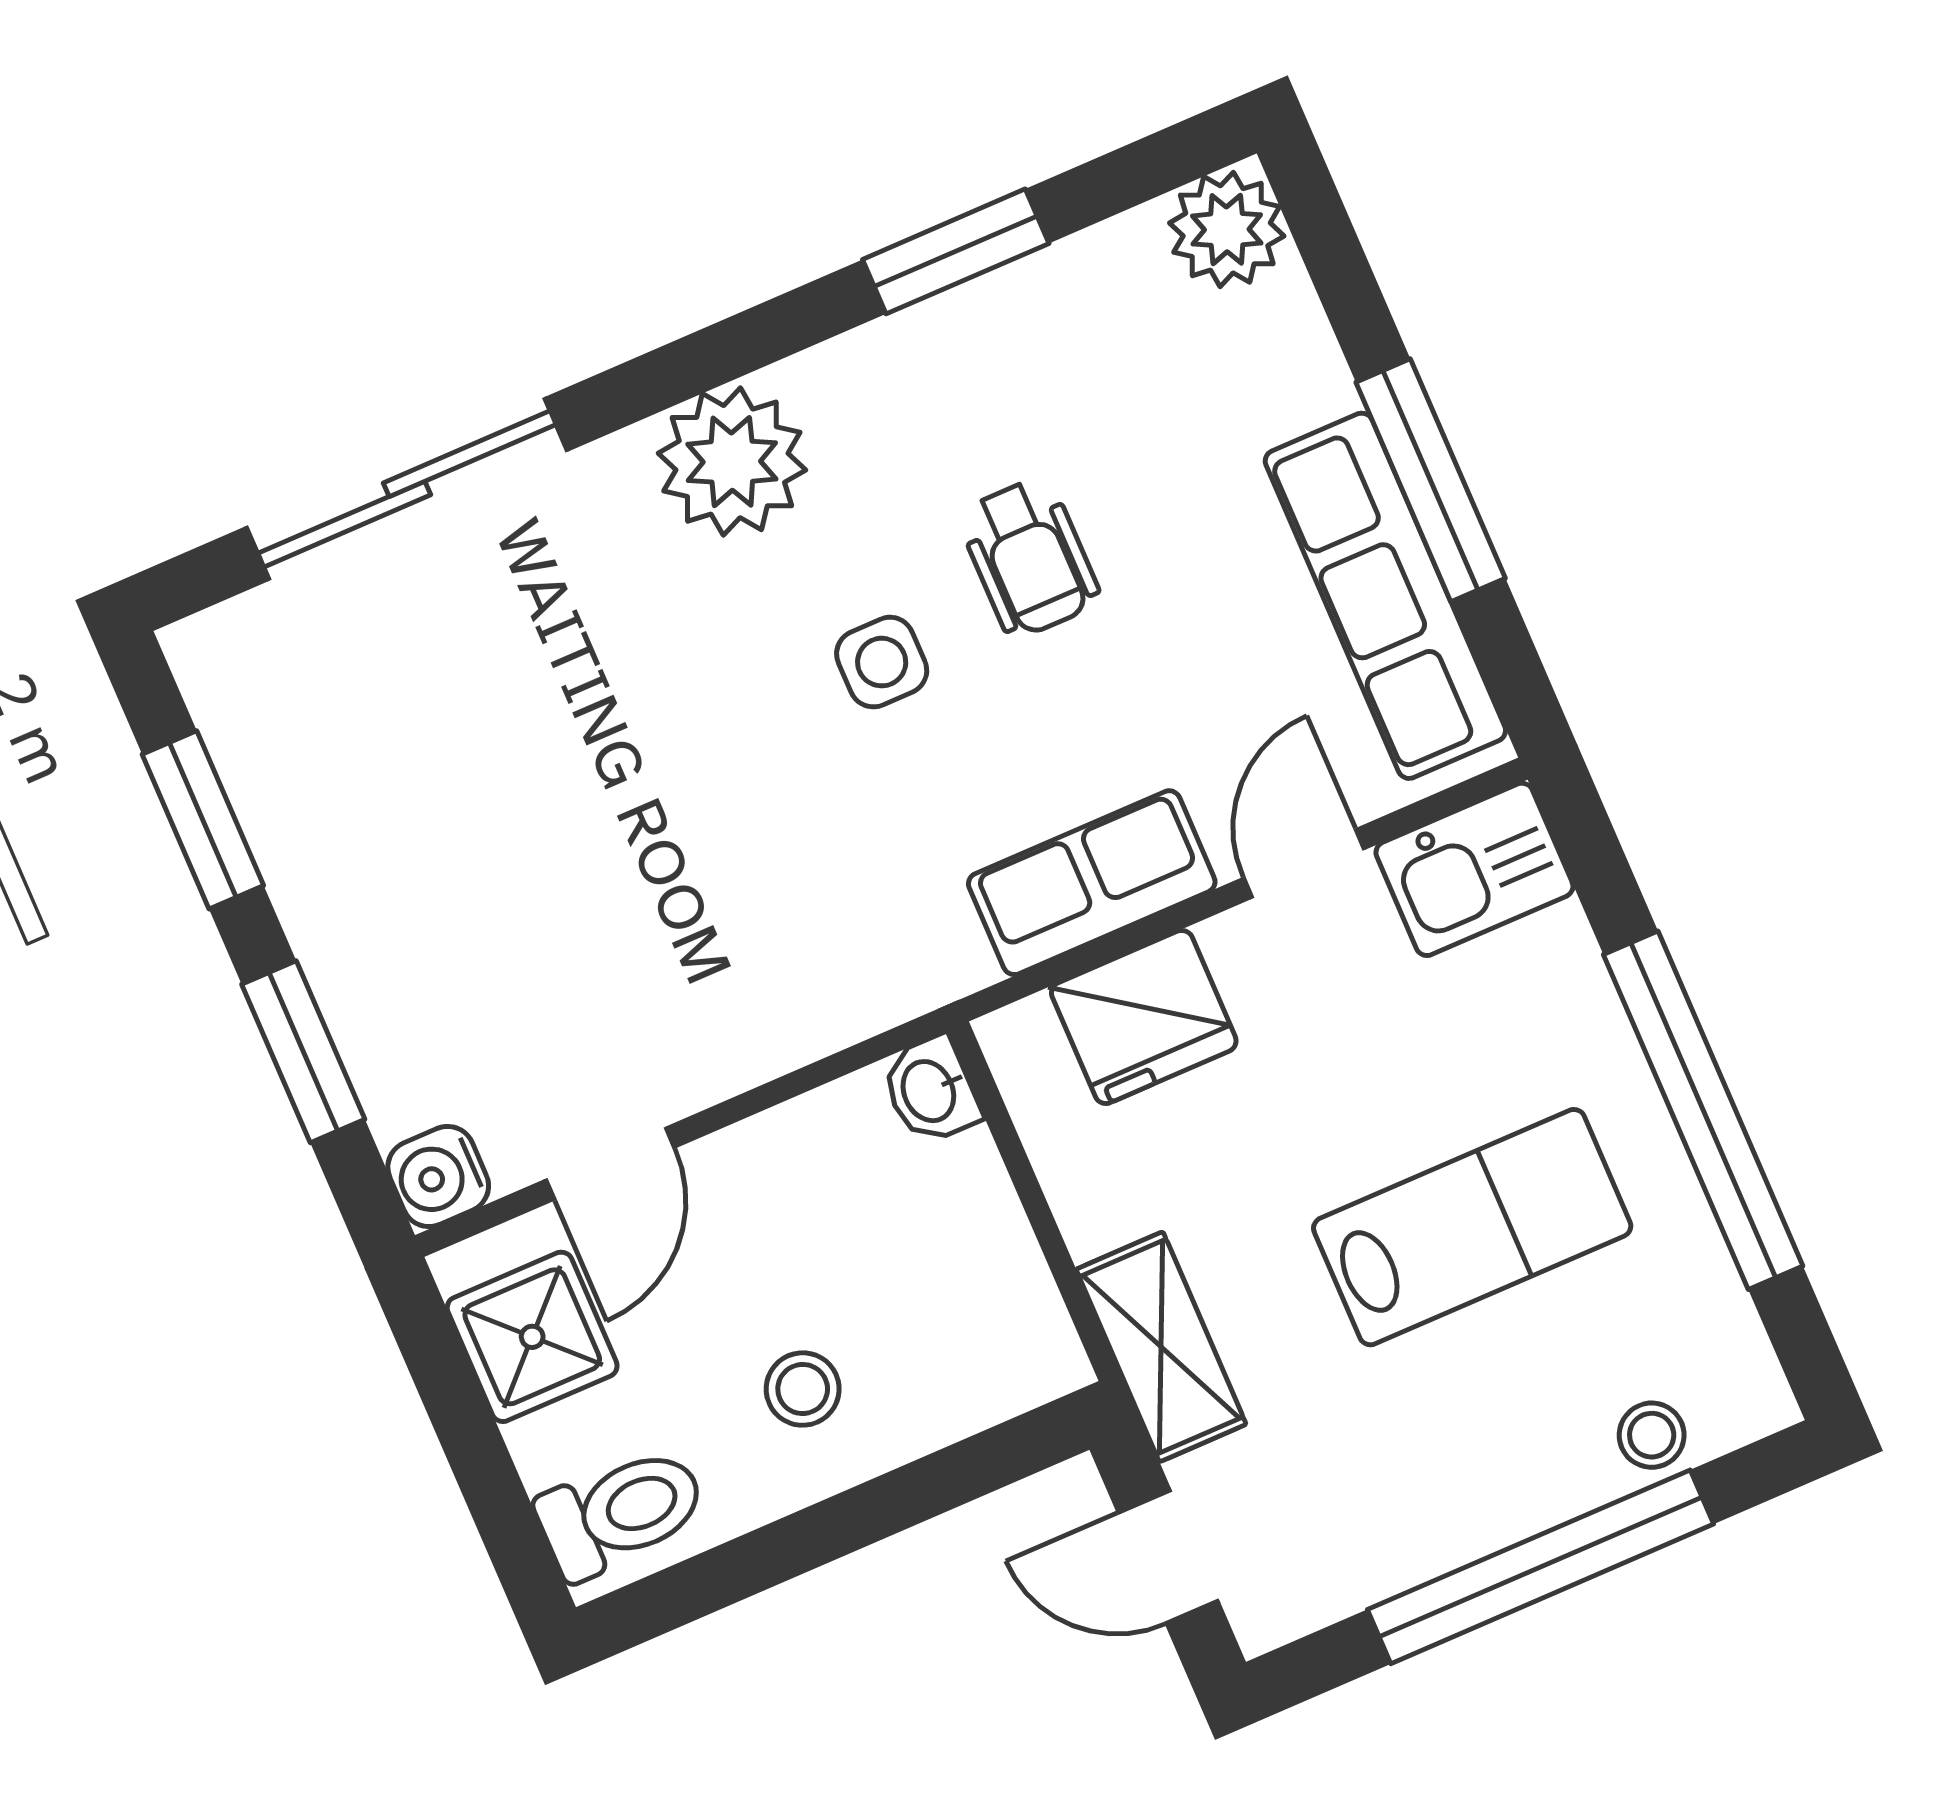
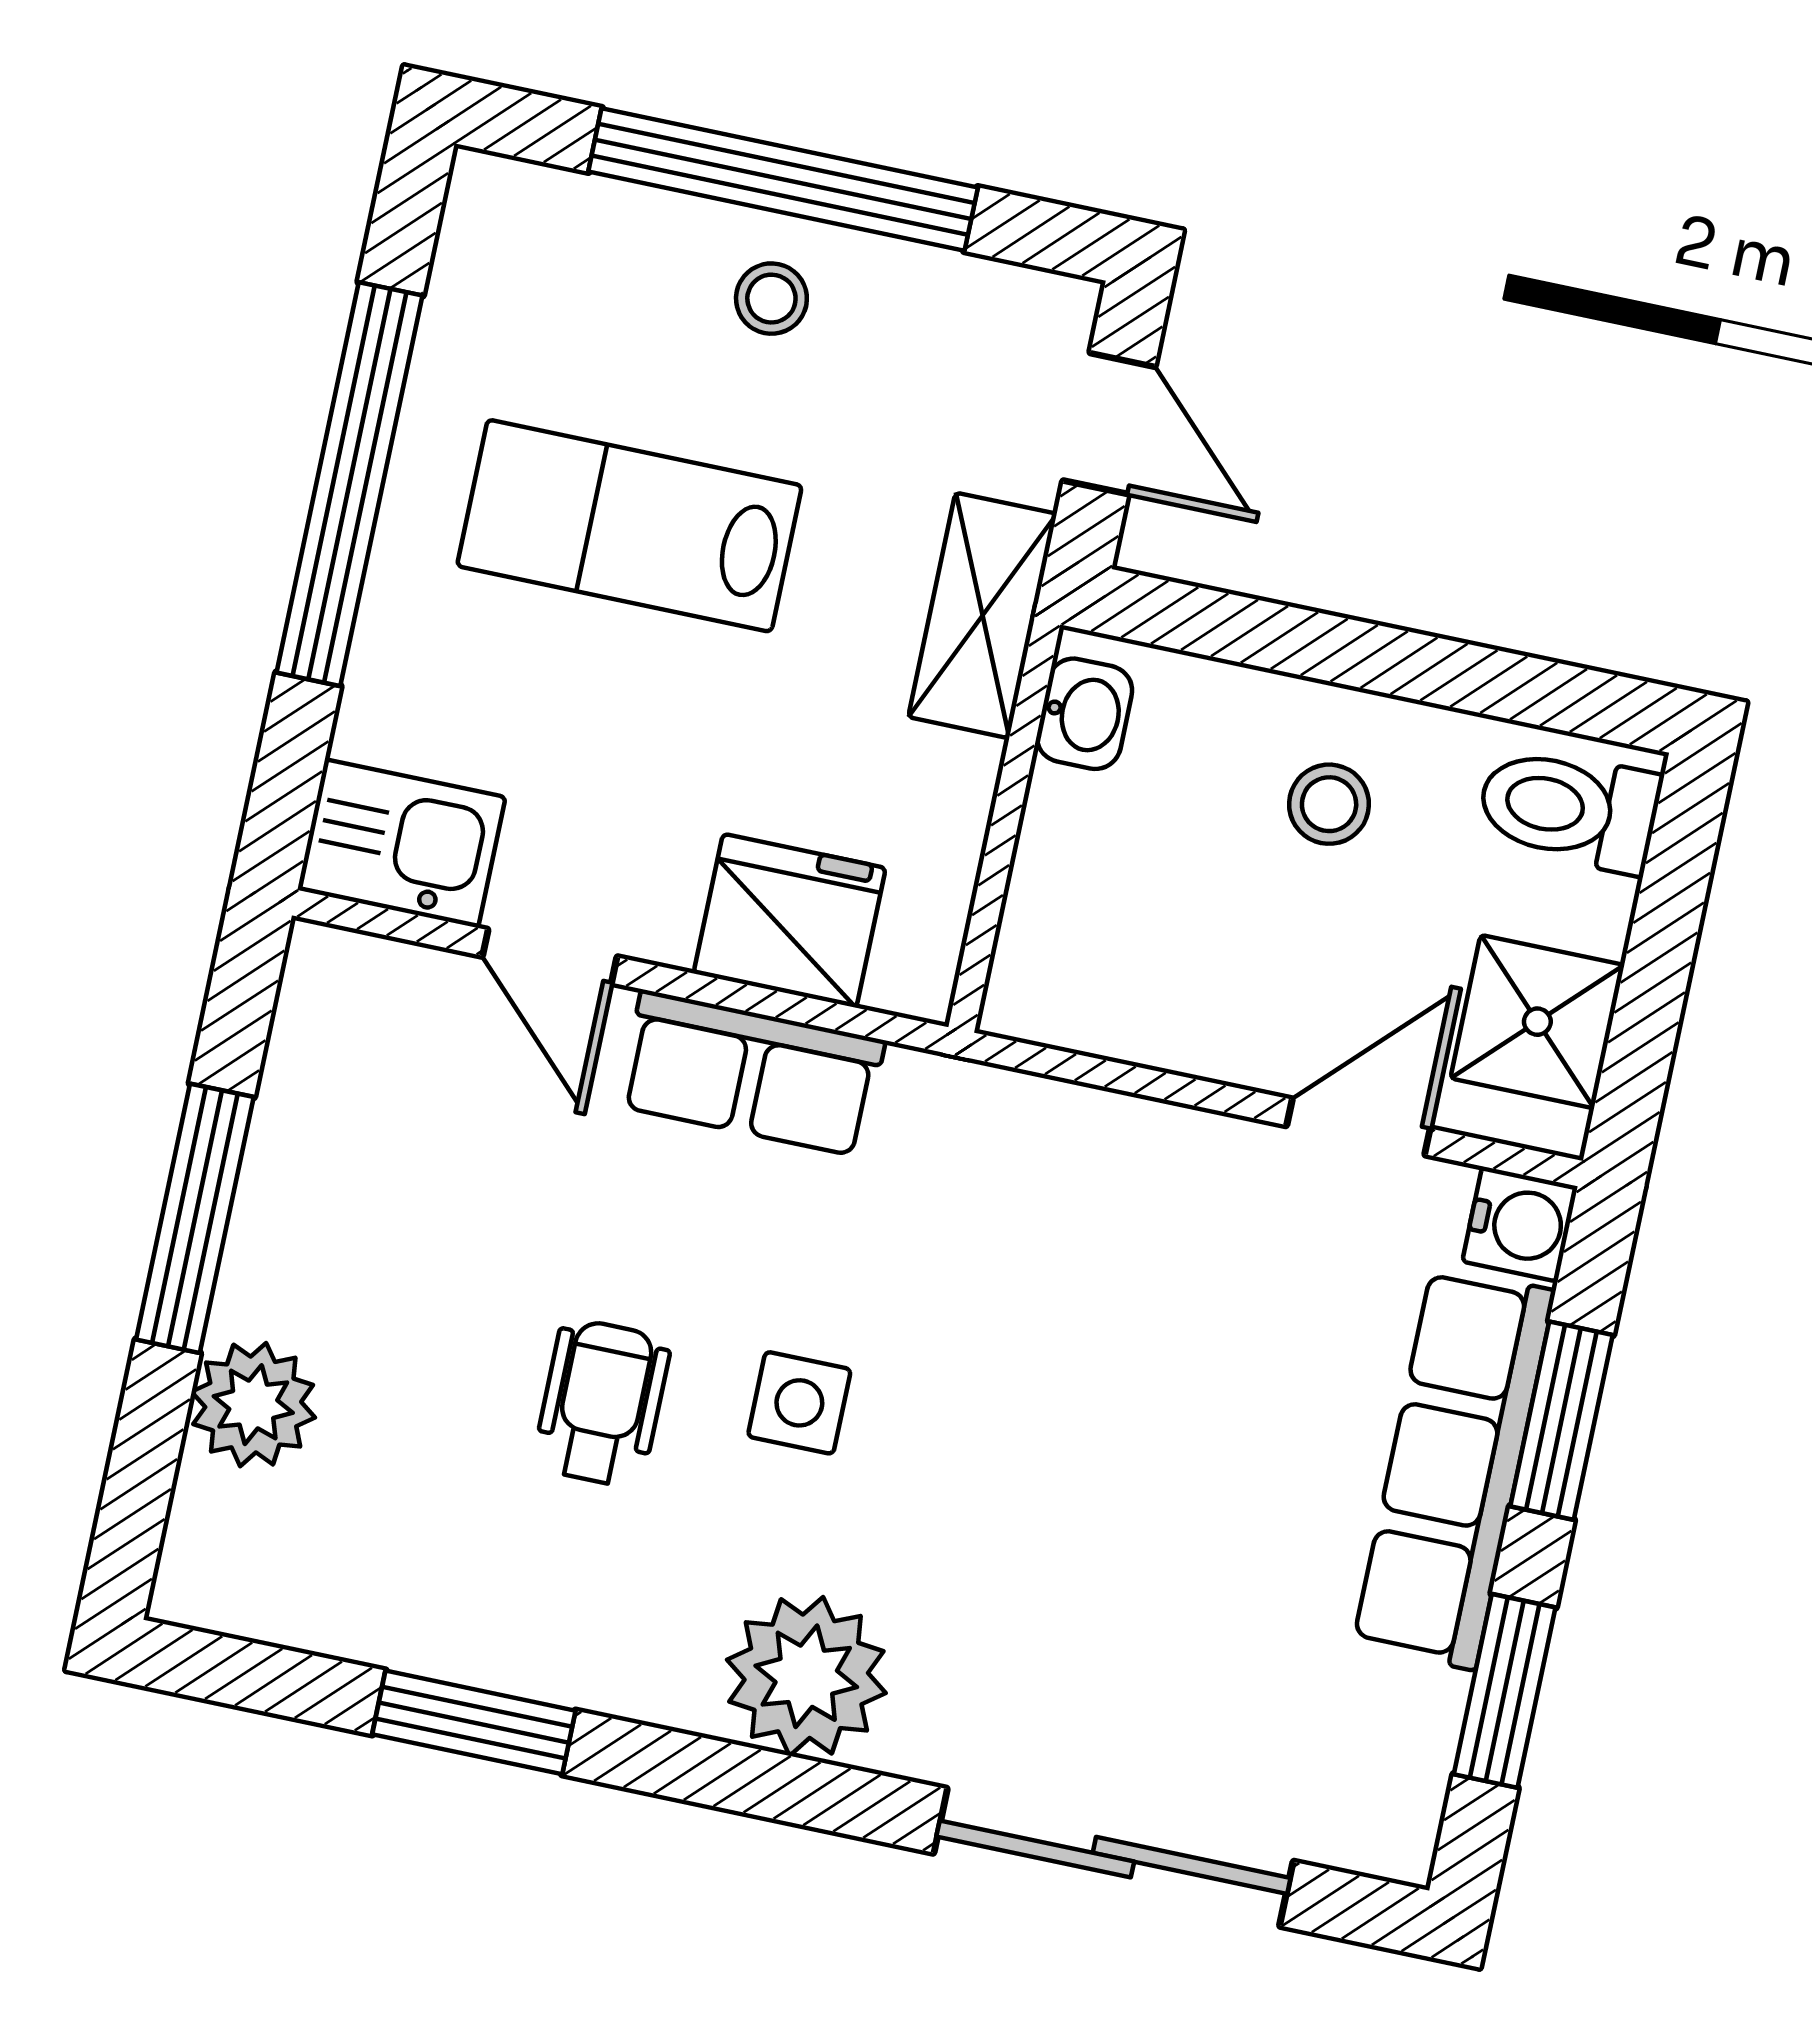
plant: (1227, 229) -> (253, 1405), moved
row of seats: (1385, 596) -> (1454, 1468), moved, turned 180
door: (1304, 863) -> (550, 956), hinge flipped
washbasin: (930, 1090) -> (1084, 714), moved
stool: (1652, 1435) -> (771, 299), moved

